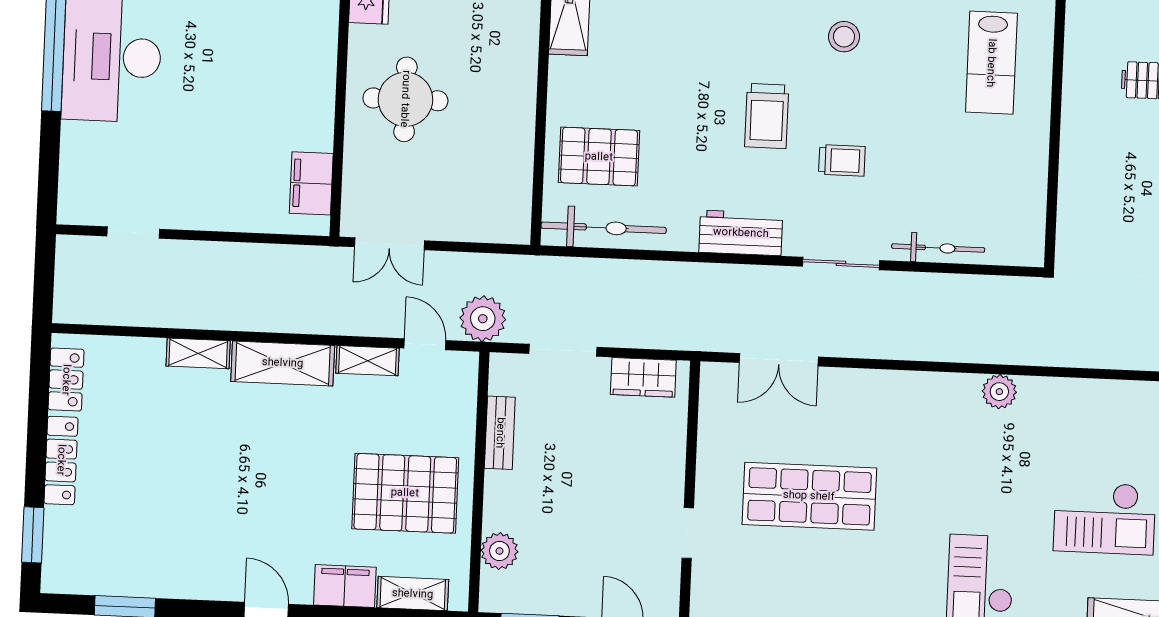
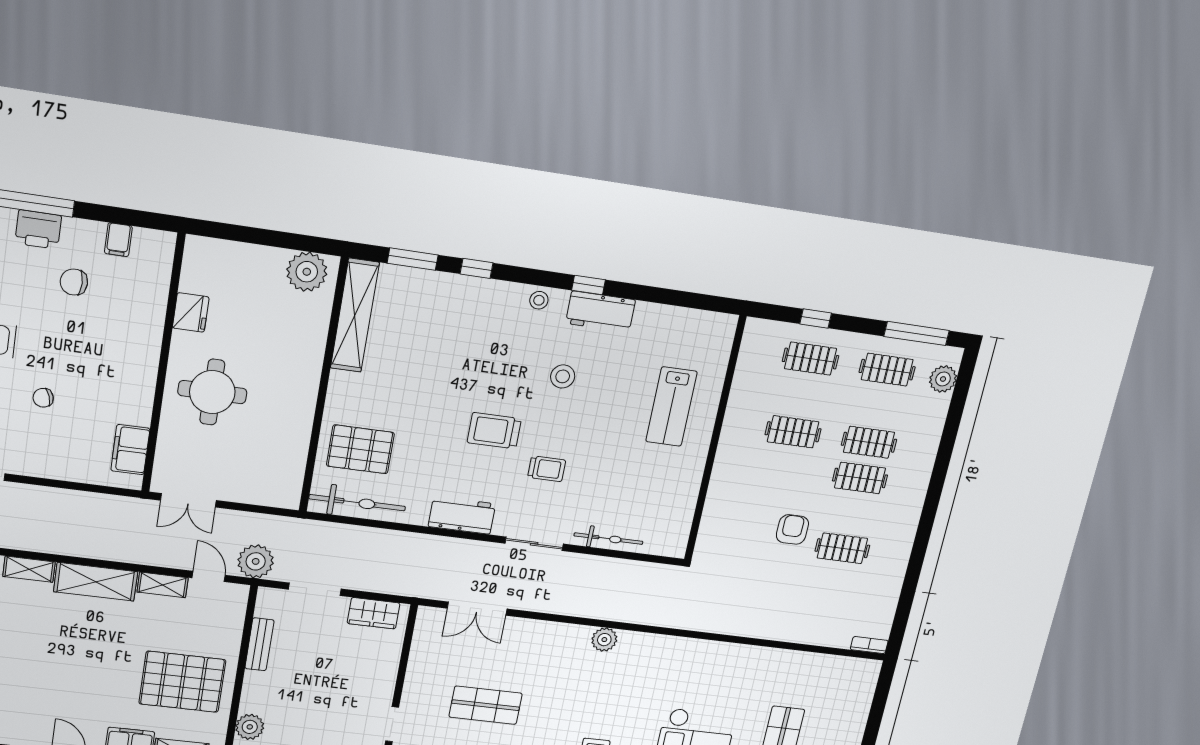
trolley: (767, 116) -> (494, 431), turned 90
chair: (199, 126) -> (43, 398), added
plant: (999, 392) -> (604, 640), moved
shop shelf: (809, 496) -> (486, 705), width x0.70, depth x0.74

